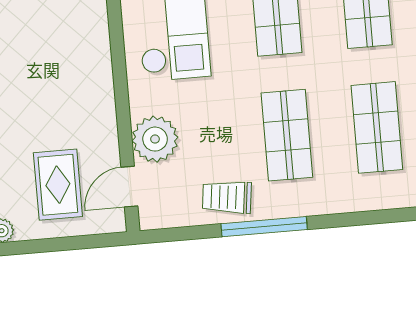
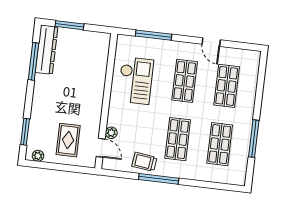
plant: (155, 139) -> (111, 133), width x0.53, depth x0.53
door: (129, 187) -> (101, 148), swing flipped

